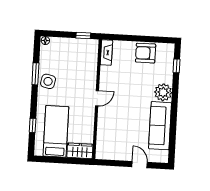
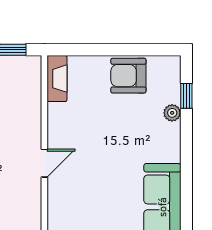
plant: (163, 92) -> (172, 113), moved, width x0.53, depth x0.53

